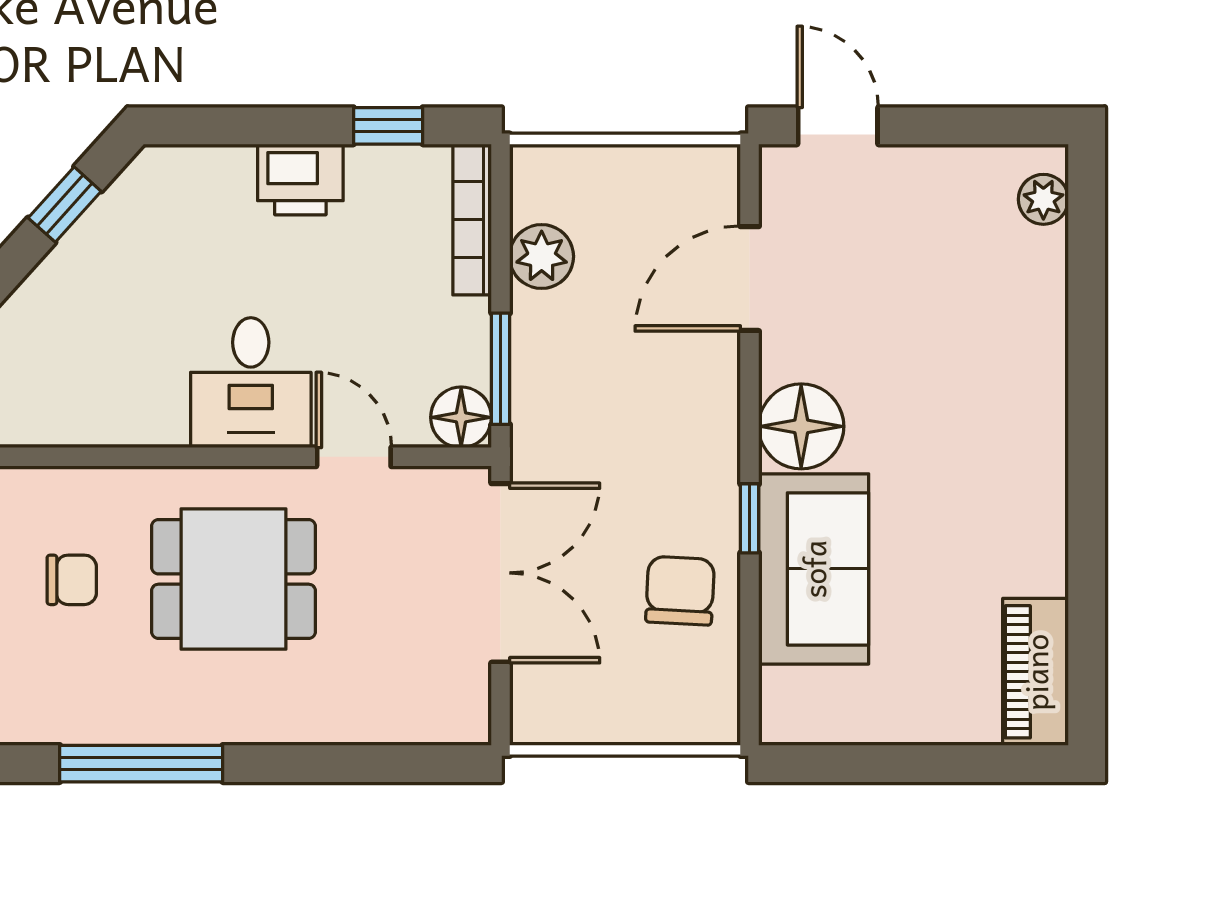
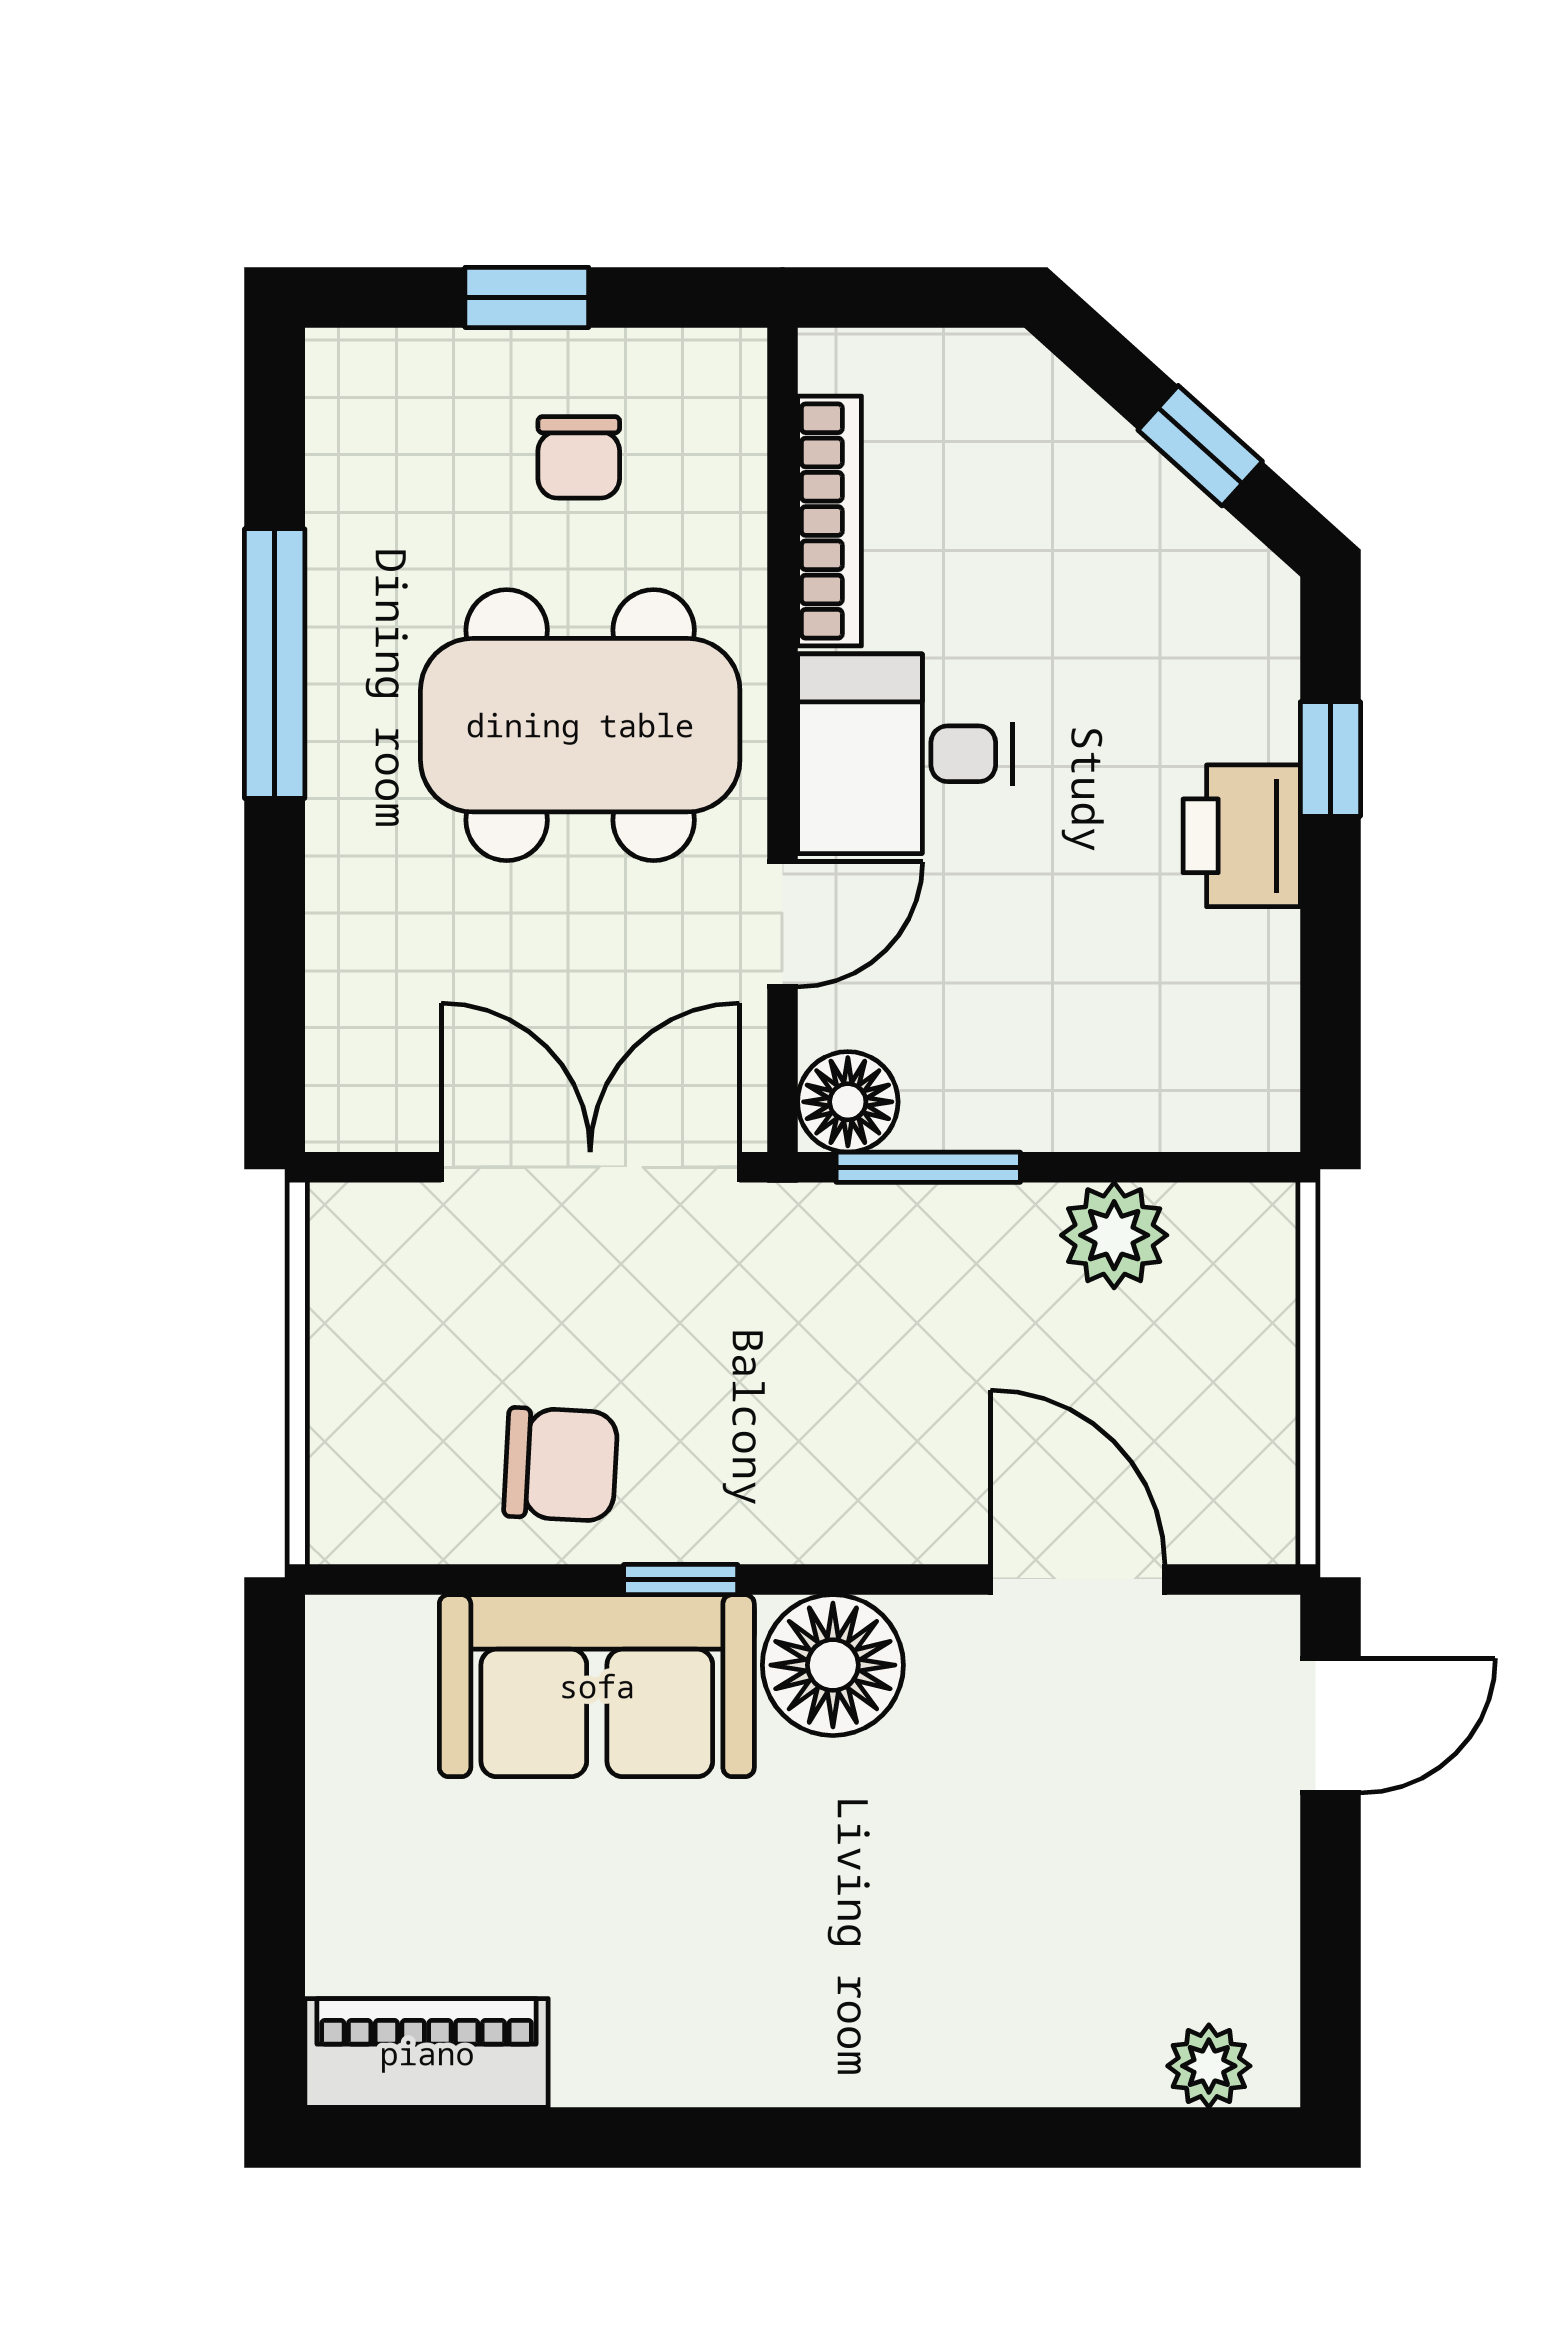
window: (388, 126) -> (1330, 759), moved
bookcase: (472, 220) -> (829, 521), moved, turned 90
double door: (501, 573) -> (590, 1167), swing flipped
dining table: (234, 579) -> (580, 725), width x1.38
window: (141, 764) -> (275, 664), moved

